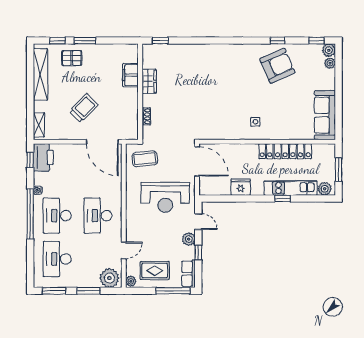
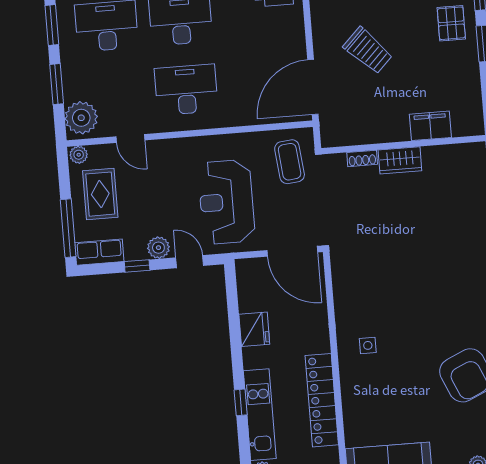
wardrobe: (149, 81) -> (400, 160), moved
door: (197, 161) -> (292, 251), hinge flipped
door: (198, 222) -> (190, 262), swing flipped

